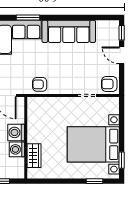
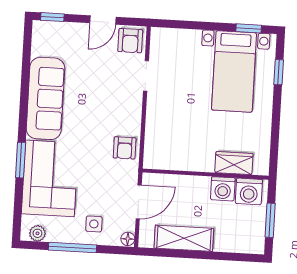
door: (122, 55) -> (103, 20), moved
washing machine: (16, 132) -> (249, 192), moved
bed with nightstands: (93, 144) -> (234, 71), width x0.73

